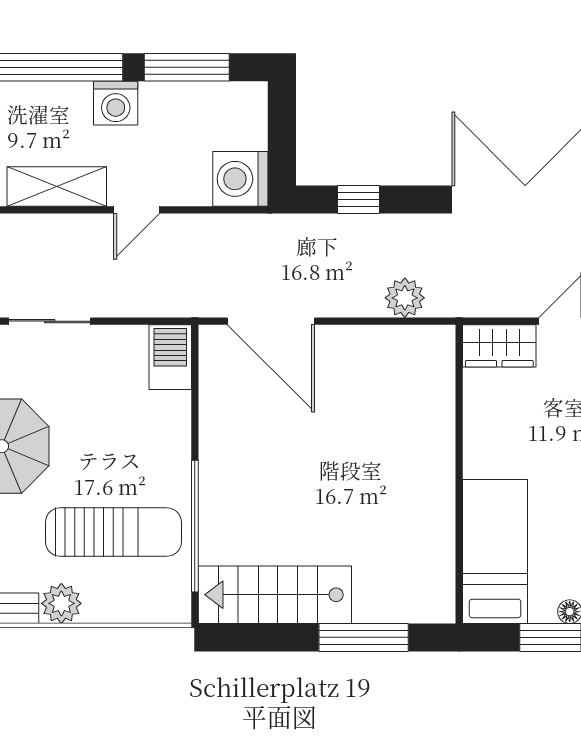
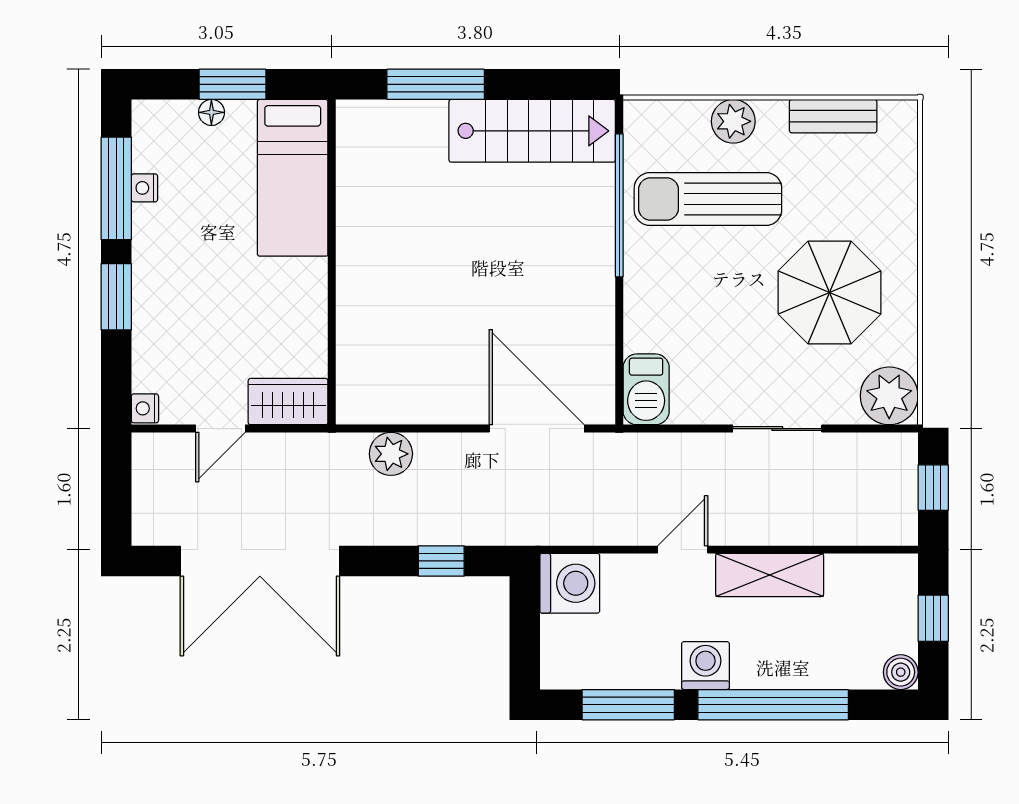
plant: (61, 603) -> (733, 121), moved

